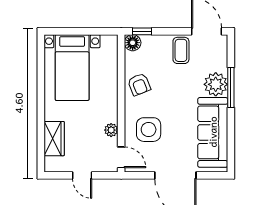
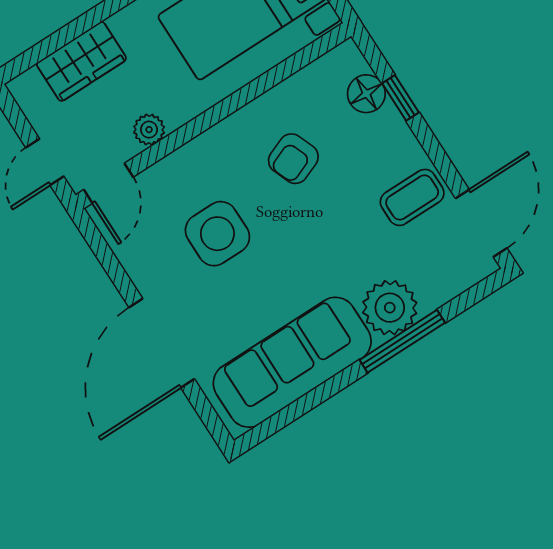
wall: (121, 103) -> (213, 116), moved
plant: (111, 130) -> (149, 130), moved
door: (121, 157) -> (108, 183), moved

